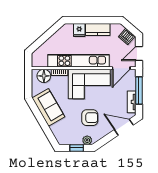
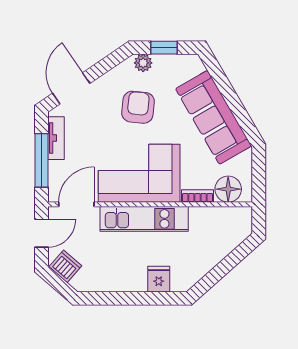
kitchen counter: (98, 29) -> (122, 280), removed
kitchen unit: (78, 61) -> (144, 219), width x0.73
sofa: (48, 107) -> (213, 117), width x1.36
armchair: (90, 118) -> (138, 107), turned 96
door: (124, 127) -> (71, 88), swing flipped

